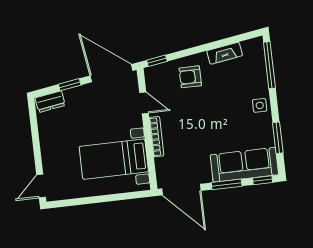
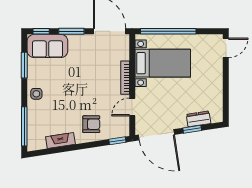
dresser: (50, 102) -> (199, 119), moved
door: (144, 103) -> (132, 107), hinge flipped
sofa: (244, 165) -> (47, 46), width x0.73
window: (112, 198) -> (168, 31), added

